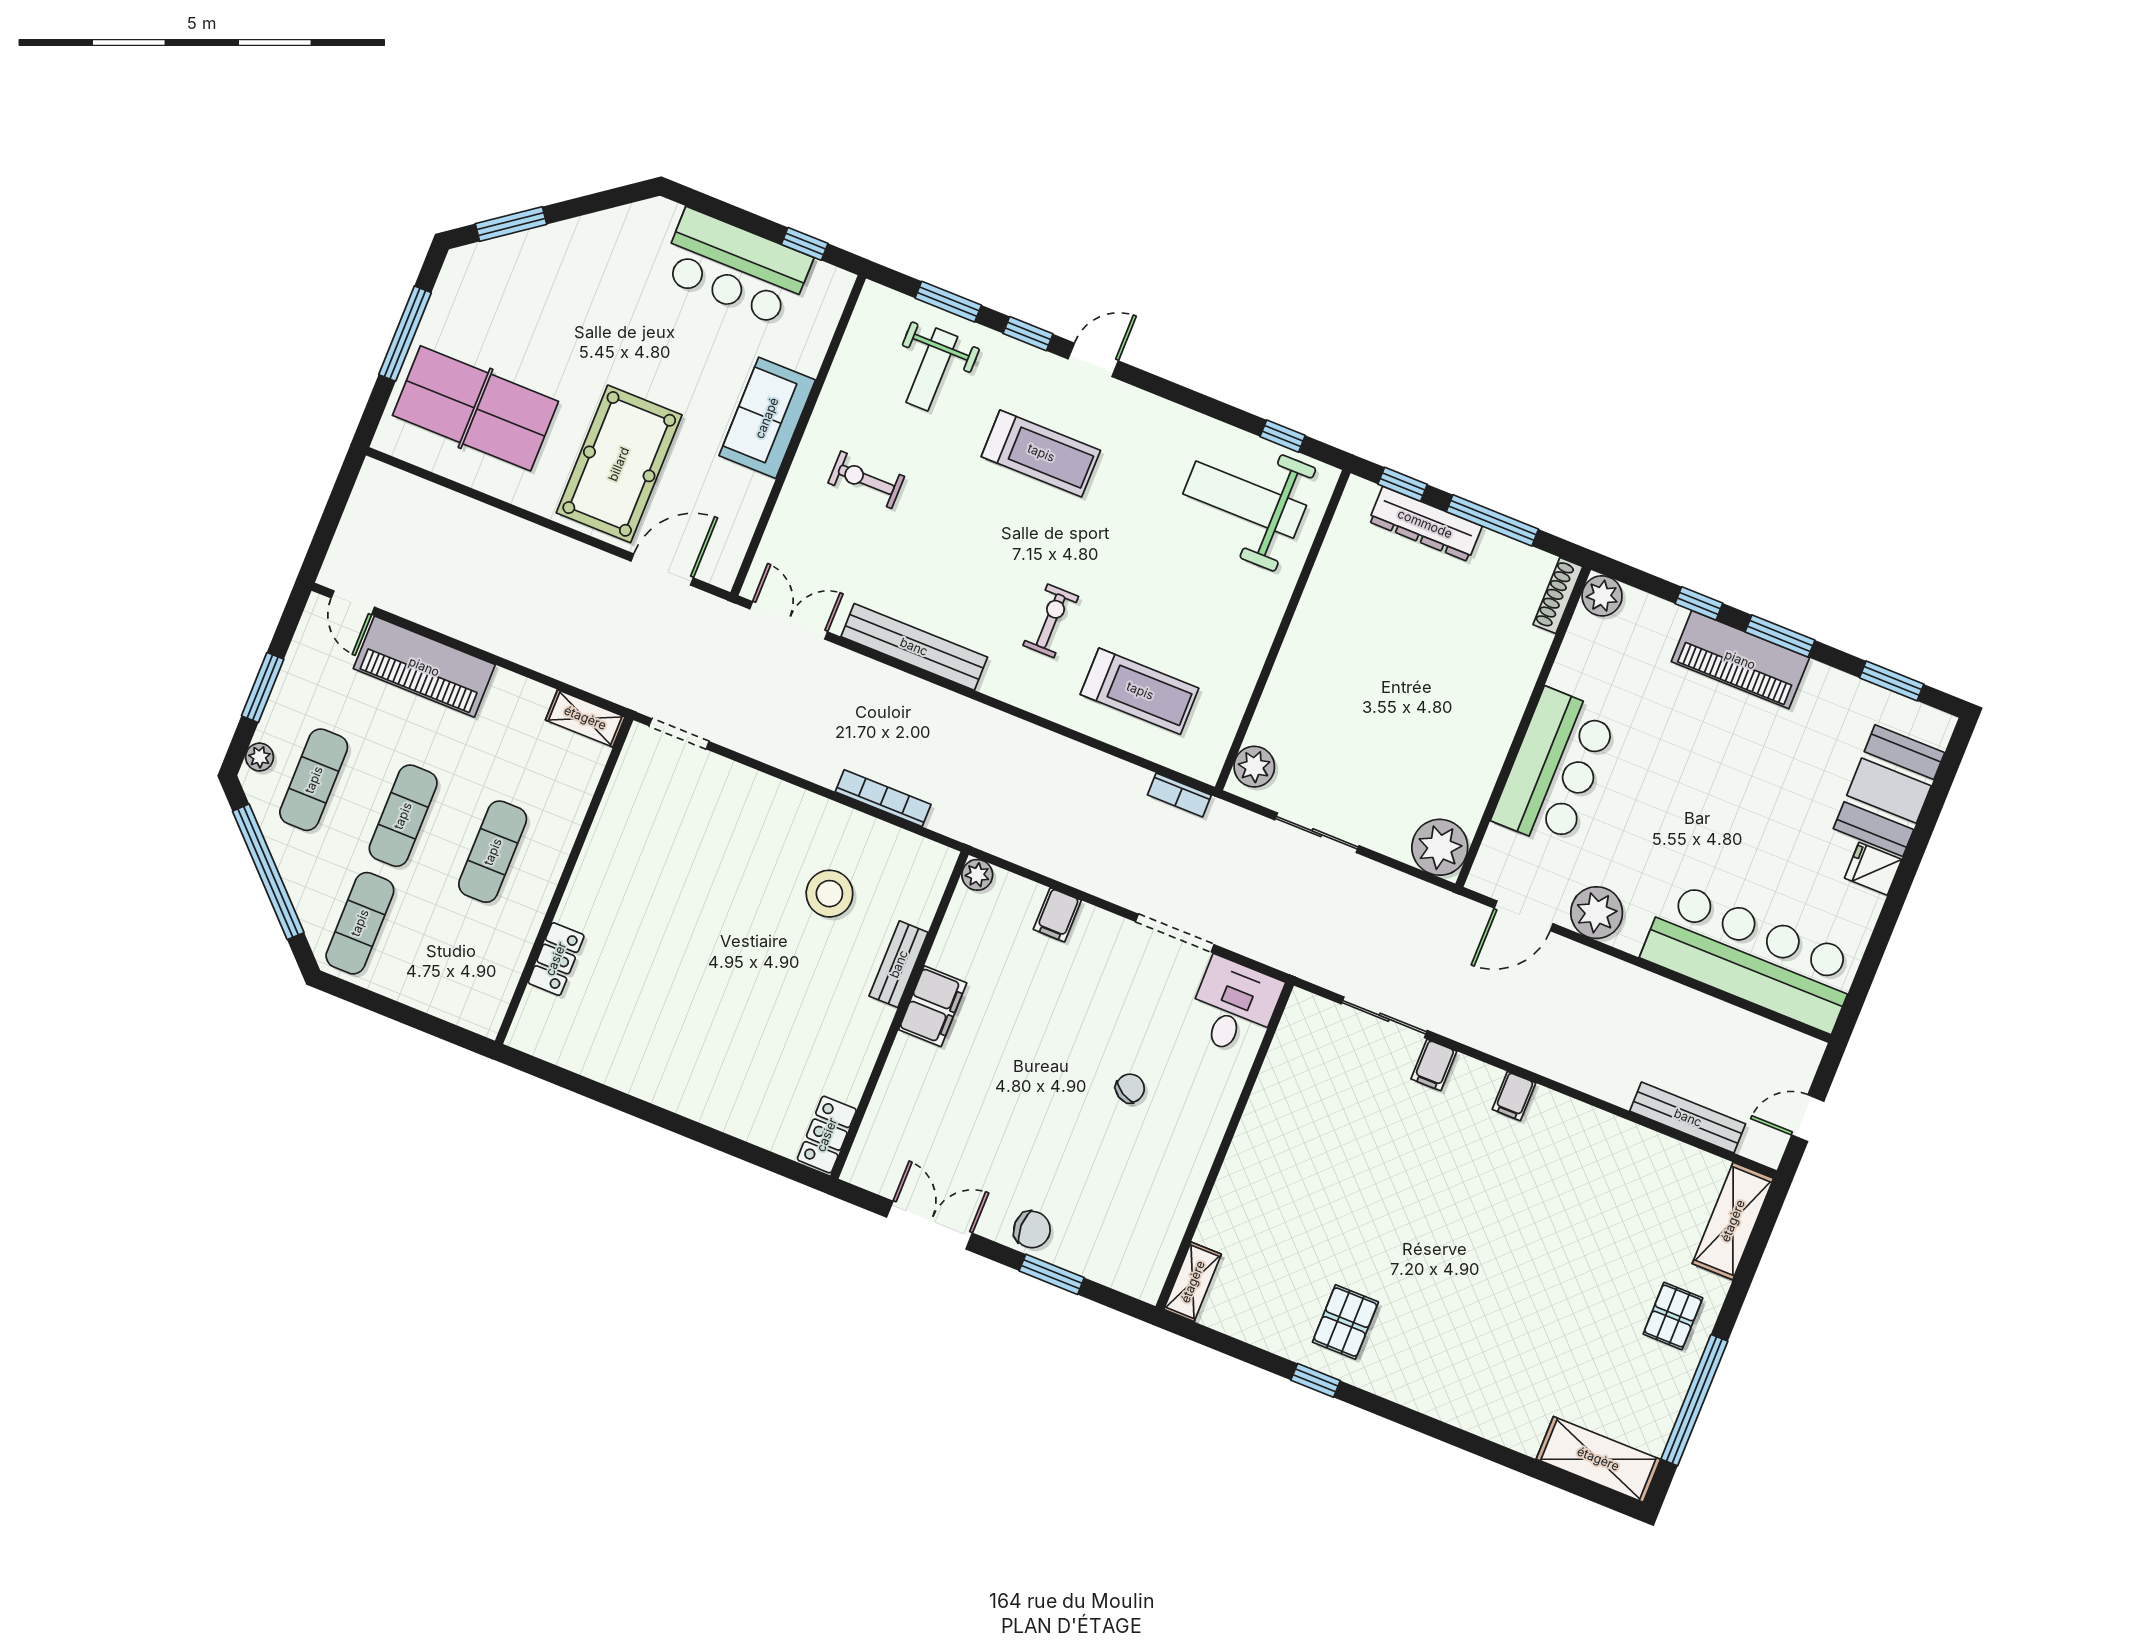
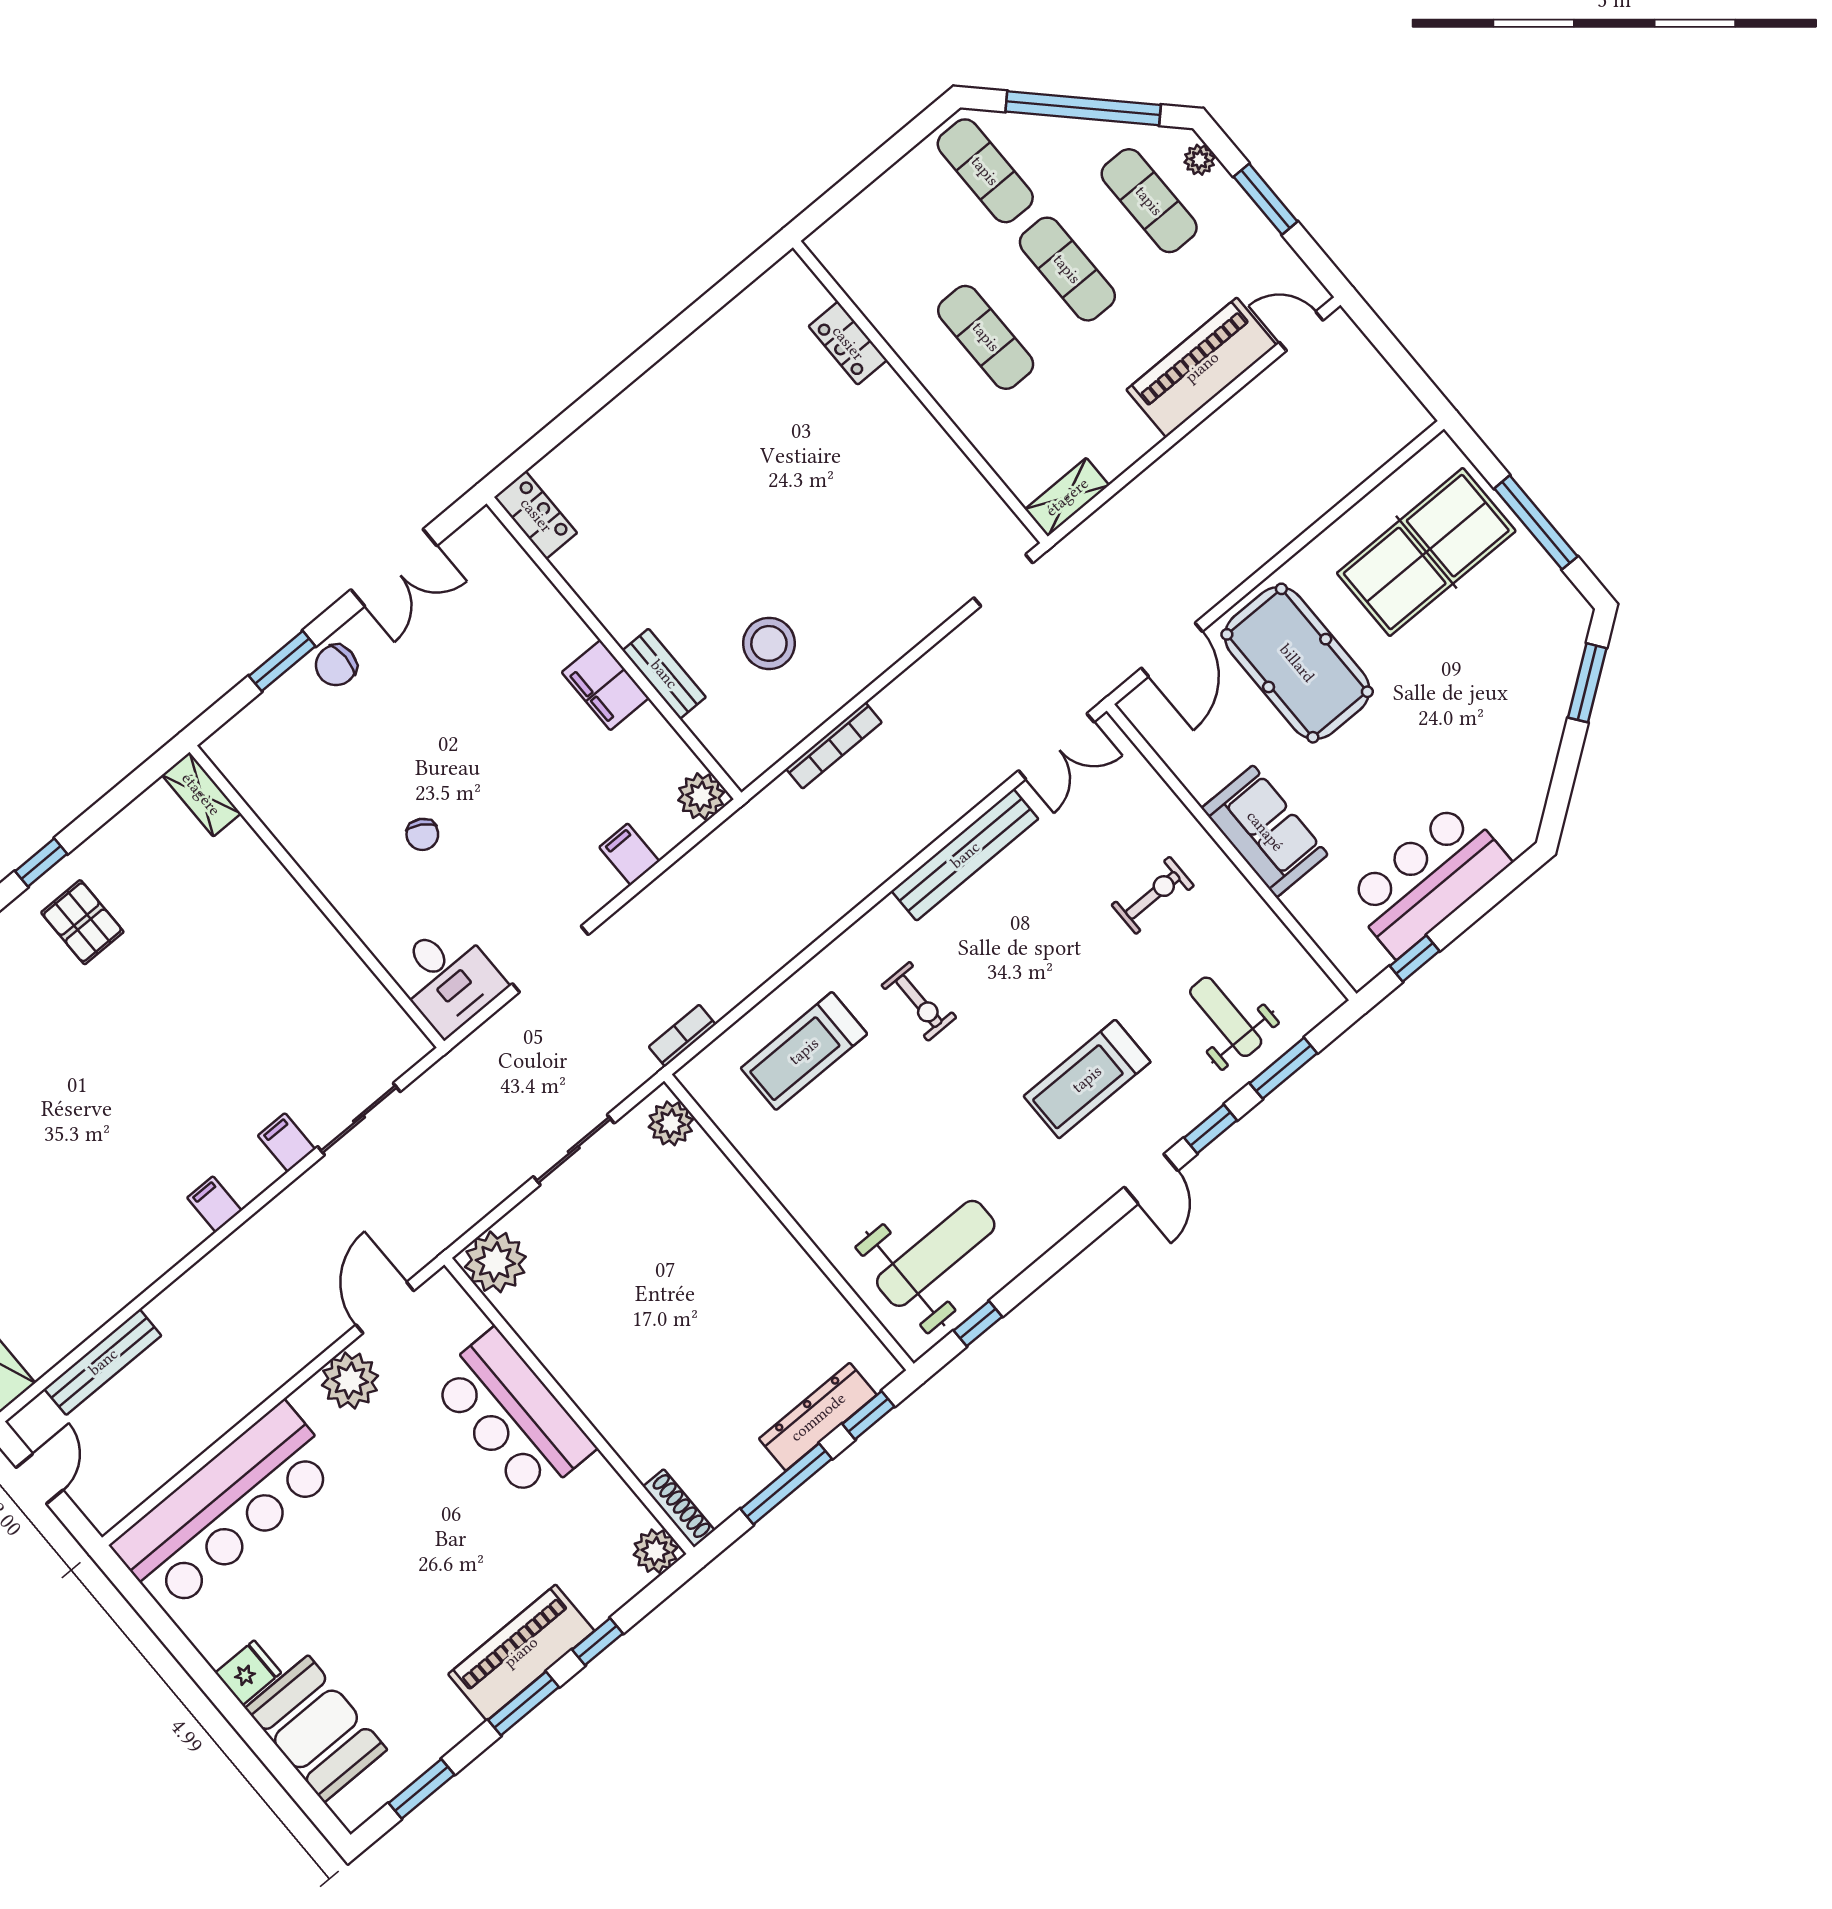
plant: (977, 875) -> (701, 796), width x1.38, depth x1.38

